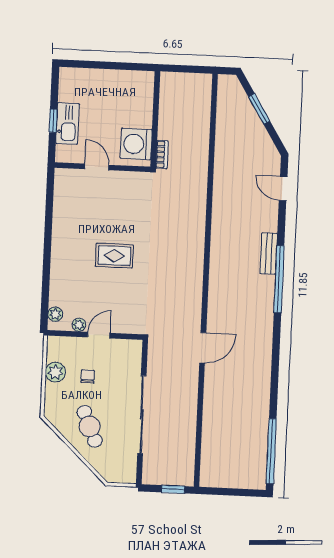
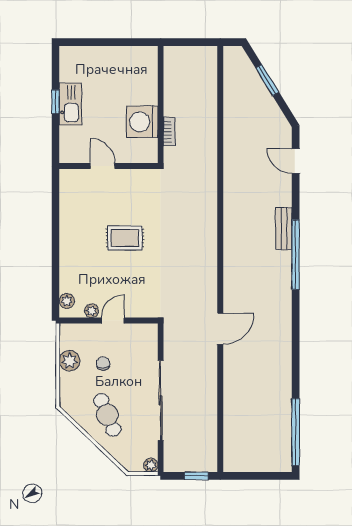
door: (97, 167) -> (103, 166), moved
wall: (103, 167) -> (109, 166), moved
plant: (129, 477) -> (151, 465), added

